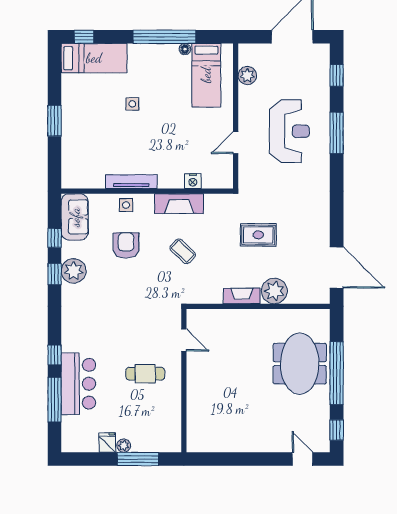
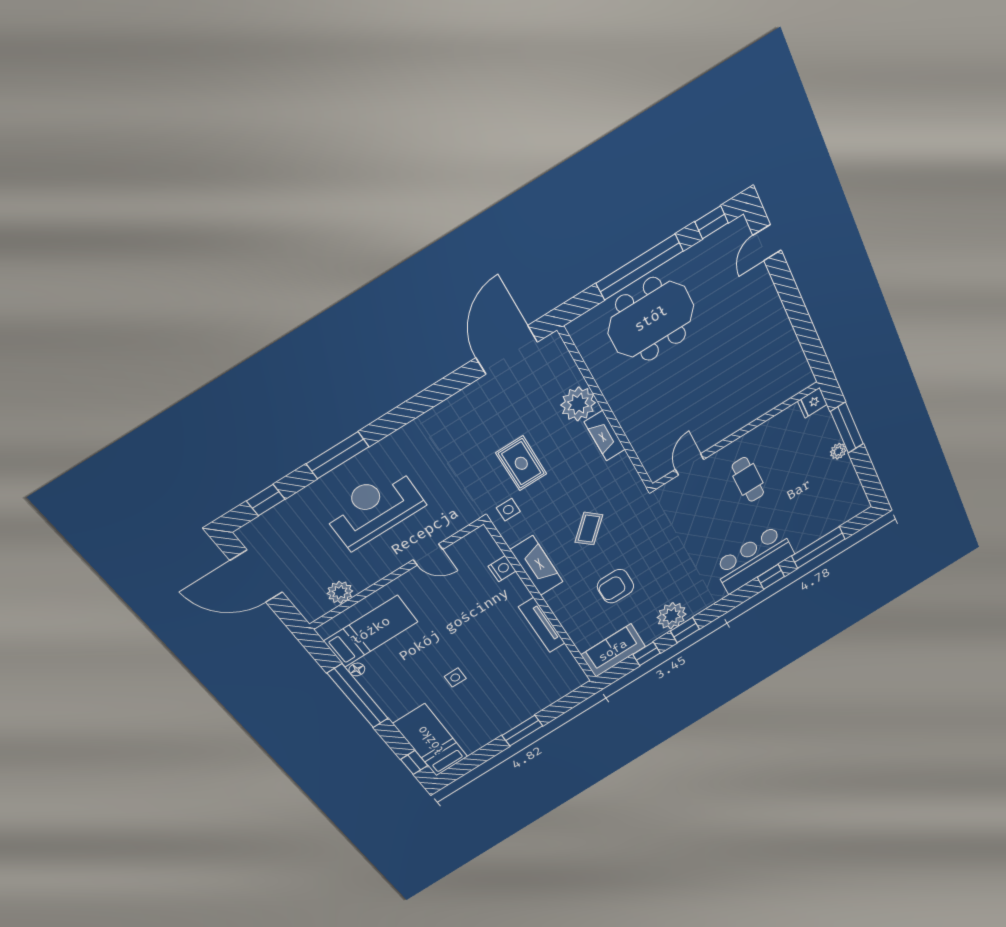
side table: (126, 205) -> (508, 510), moved
bar counter: (78, 384) -> (754, 559), moved
fridge: (107, 443) -> (812, 403), moved

